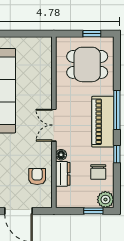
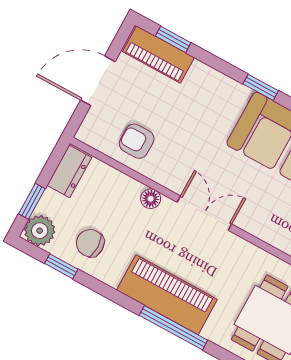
window: (117, 154) -> (61, 266), moved
dresser: (63, 174) -> (69, 171), moved, turned -90
armchair: (37, 176) -> (137, 141), turned 180

